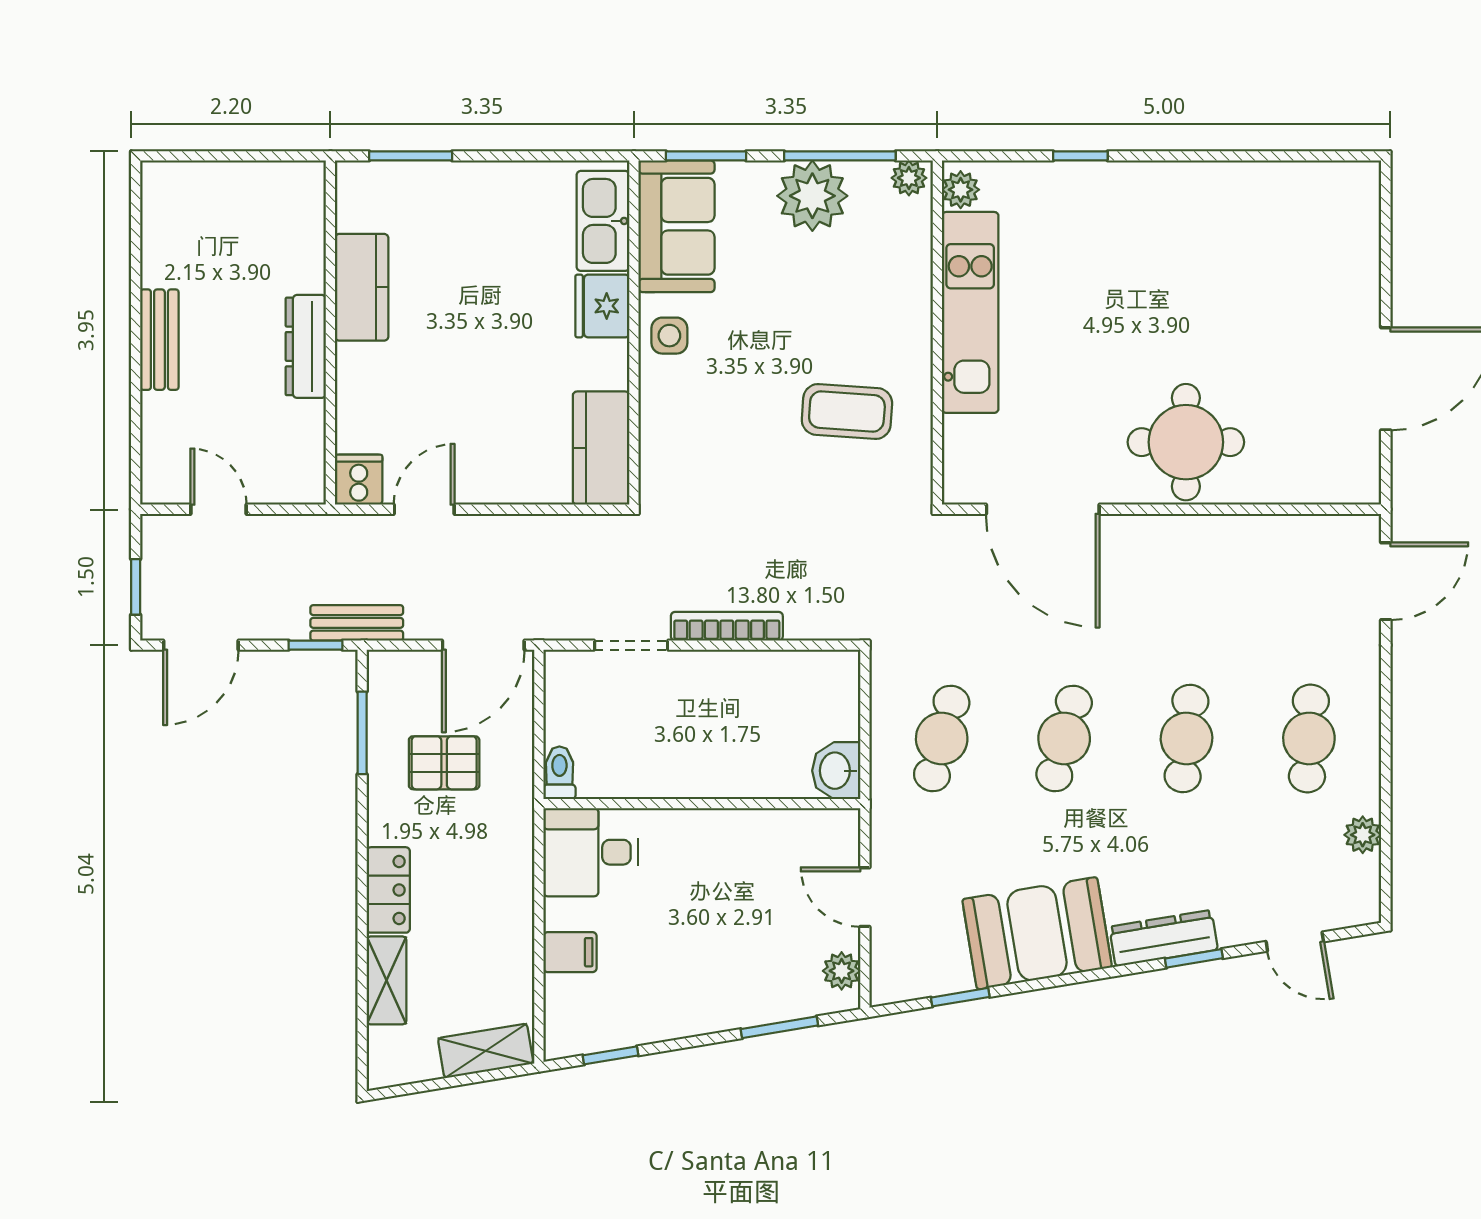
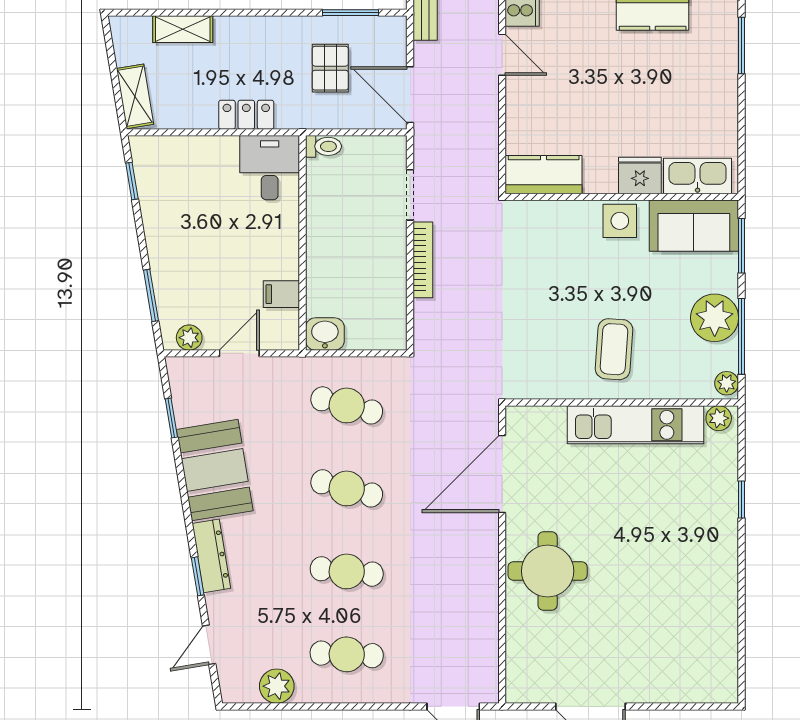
side table: (669, 336) -> (620, 221), width x1.37, depth x1.37
coffee table: (847, 411) -> (614, 349), moved
plant: (1363, 835) -> (277, 686), width x1.38, depth x1.38
locker: (388, 890) -> (246, 115), moved, turned 180
filing cabinet: (570, 952) -> (281, 294), moved, turned 90

